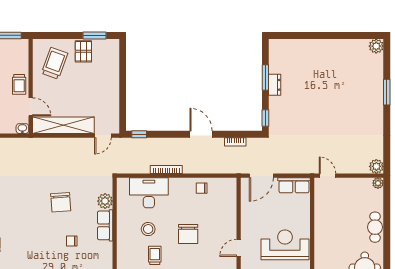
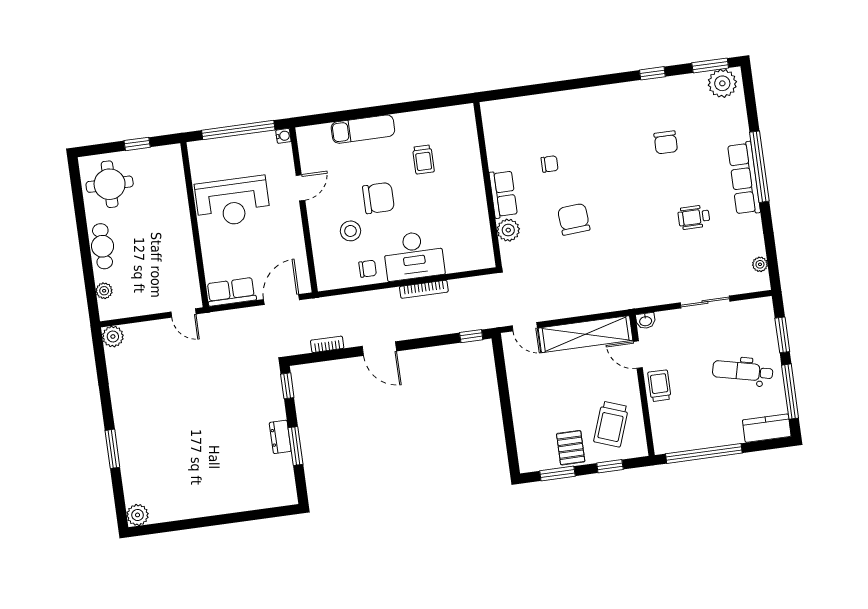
window: (59, 35) -> (610, 466), added
door: (103, 136) -> (525, 327), swing flipped
plant: (378, 183) -> (104, 291), moved
desk: (149, 193) -> (414, 255), moved
stool: (148, 229) -> (351, 231), moved
chair: (188, 234) -> (378, 198), turned 90

